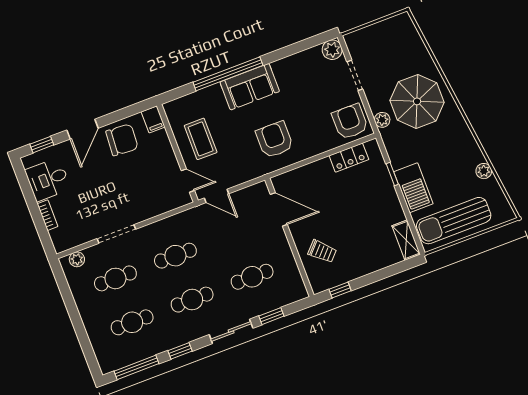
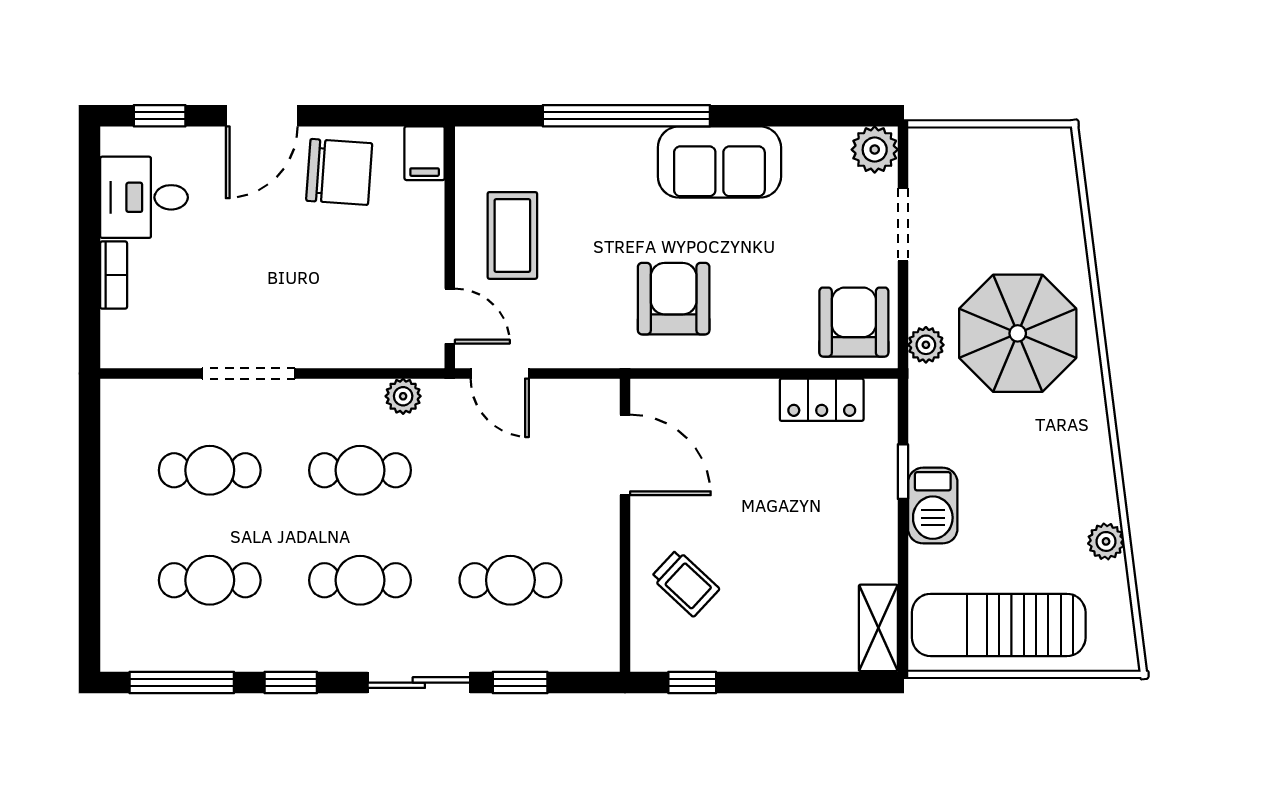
sofa: (250, 87) -> (719, 162), moved
barbecue: (413, 188) -> (933, 506), width x0.73, depth x0.83
plant: (77, 259) -> (403, 396), moved

